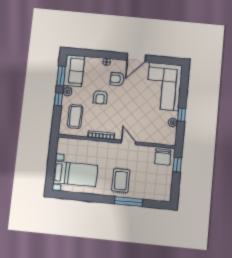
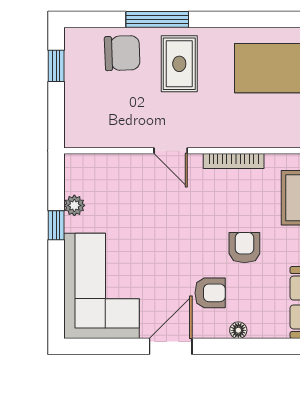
chair: (163, 157) -> (122, 53), moved, turned 88
window: (177, 165) -> (56, 66), moved

